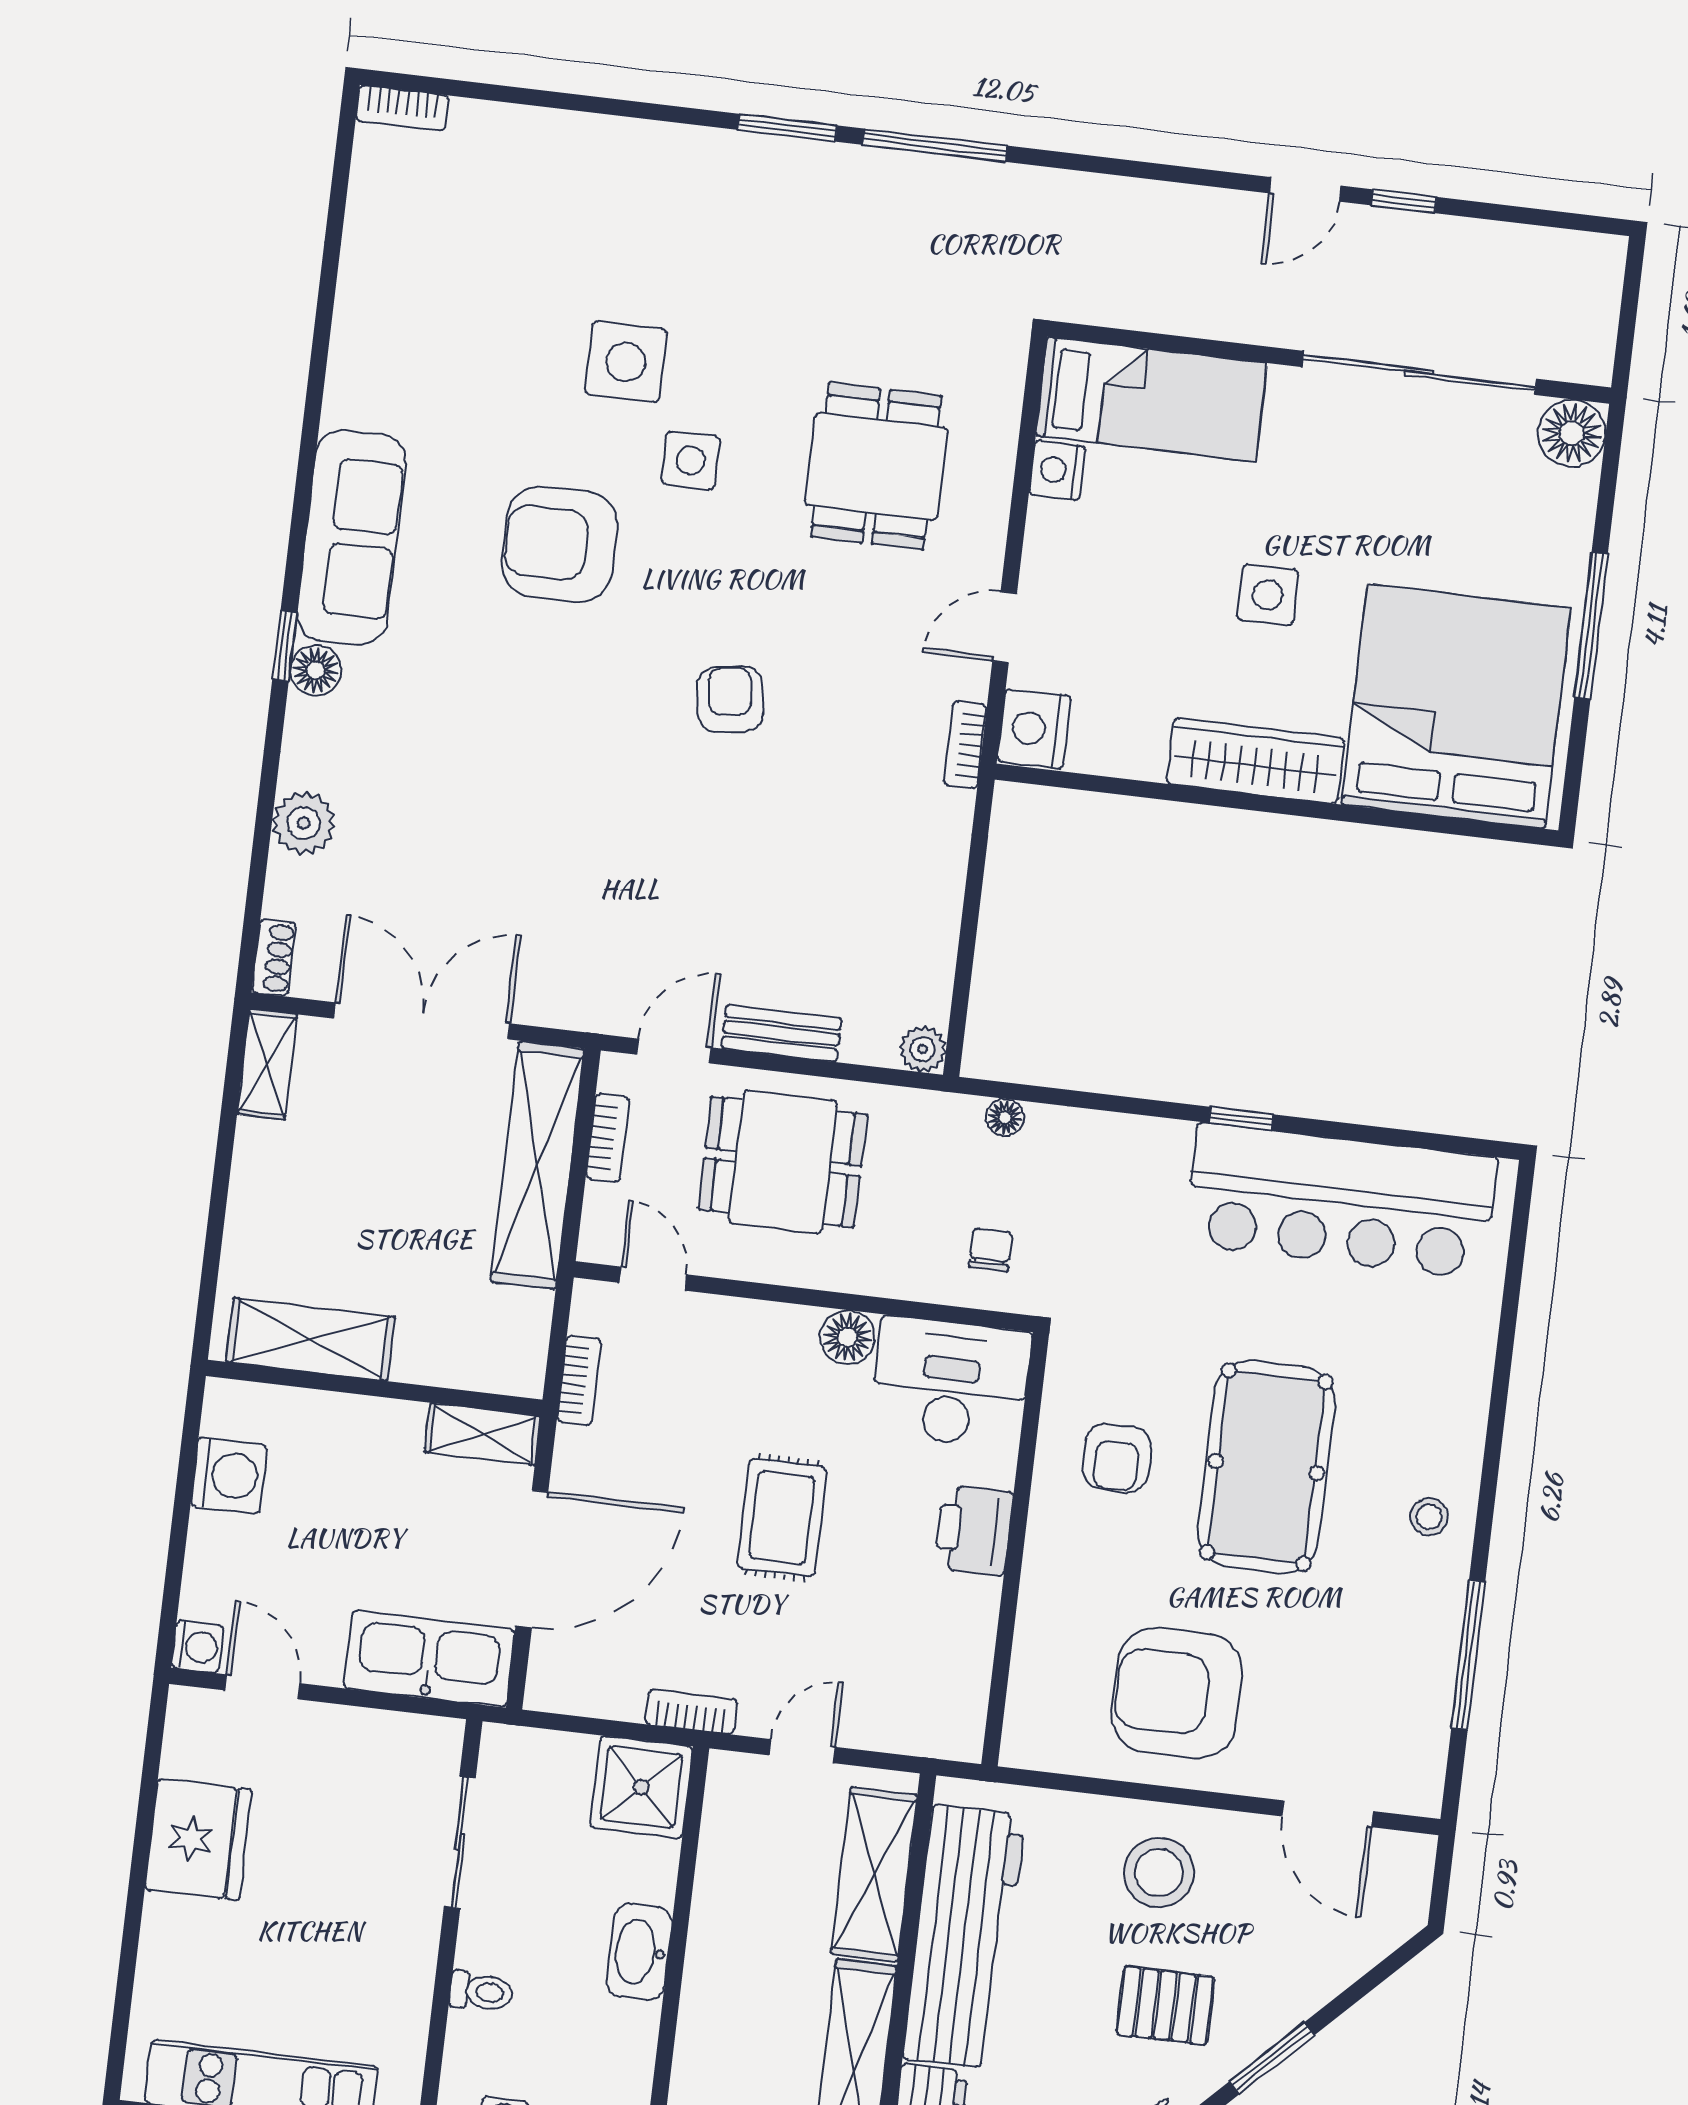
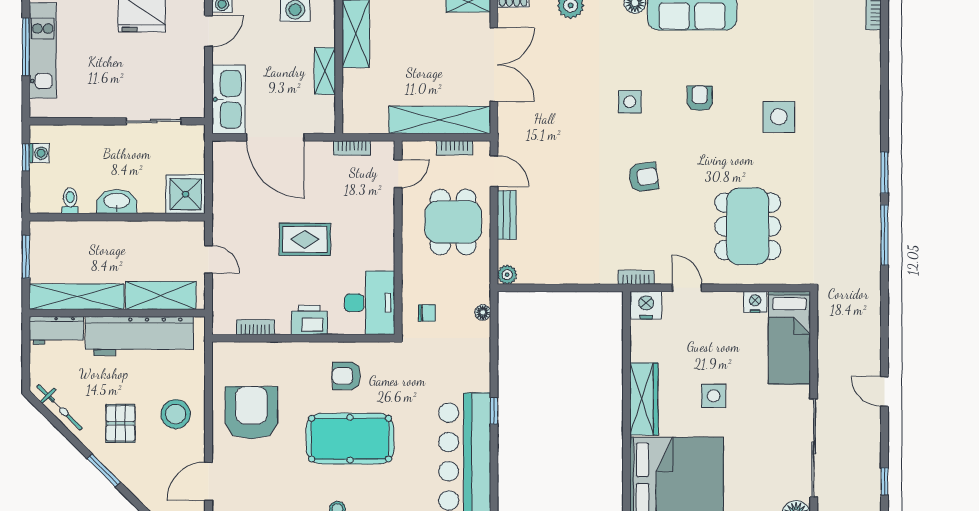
window: (1404, 201) -> (884, 481), moved
side table: (691, 460) -> (630, 102), moved
dining table: (876, 466) -> (748, 226), width x1.38
armchair: (560, 544) -> (700, 98), width x0.53, depth x0.53
floor lamp: (848, 1337) -> (383, 258), removed
shelving: (483, 1434) -> (325, 71), moved
bookcase: (691, 1712) -> (255, 327), moved, turned -90
toilet: (481, 1992) -> (70, 201), moved, turned 180

